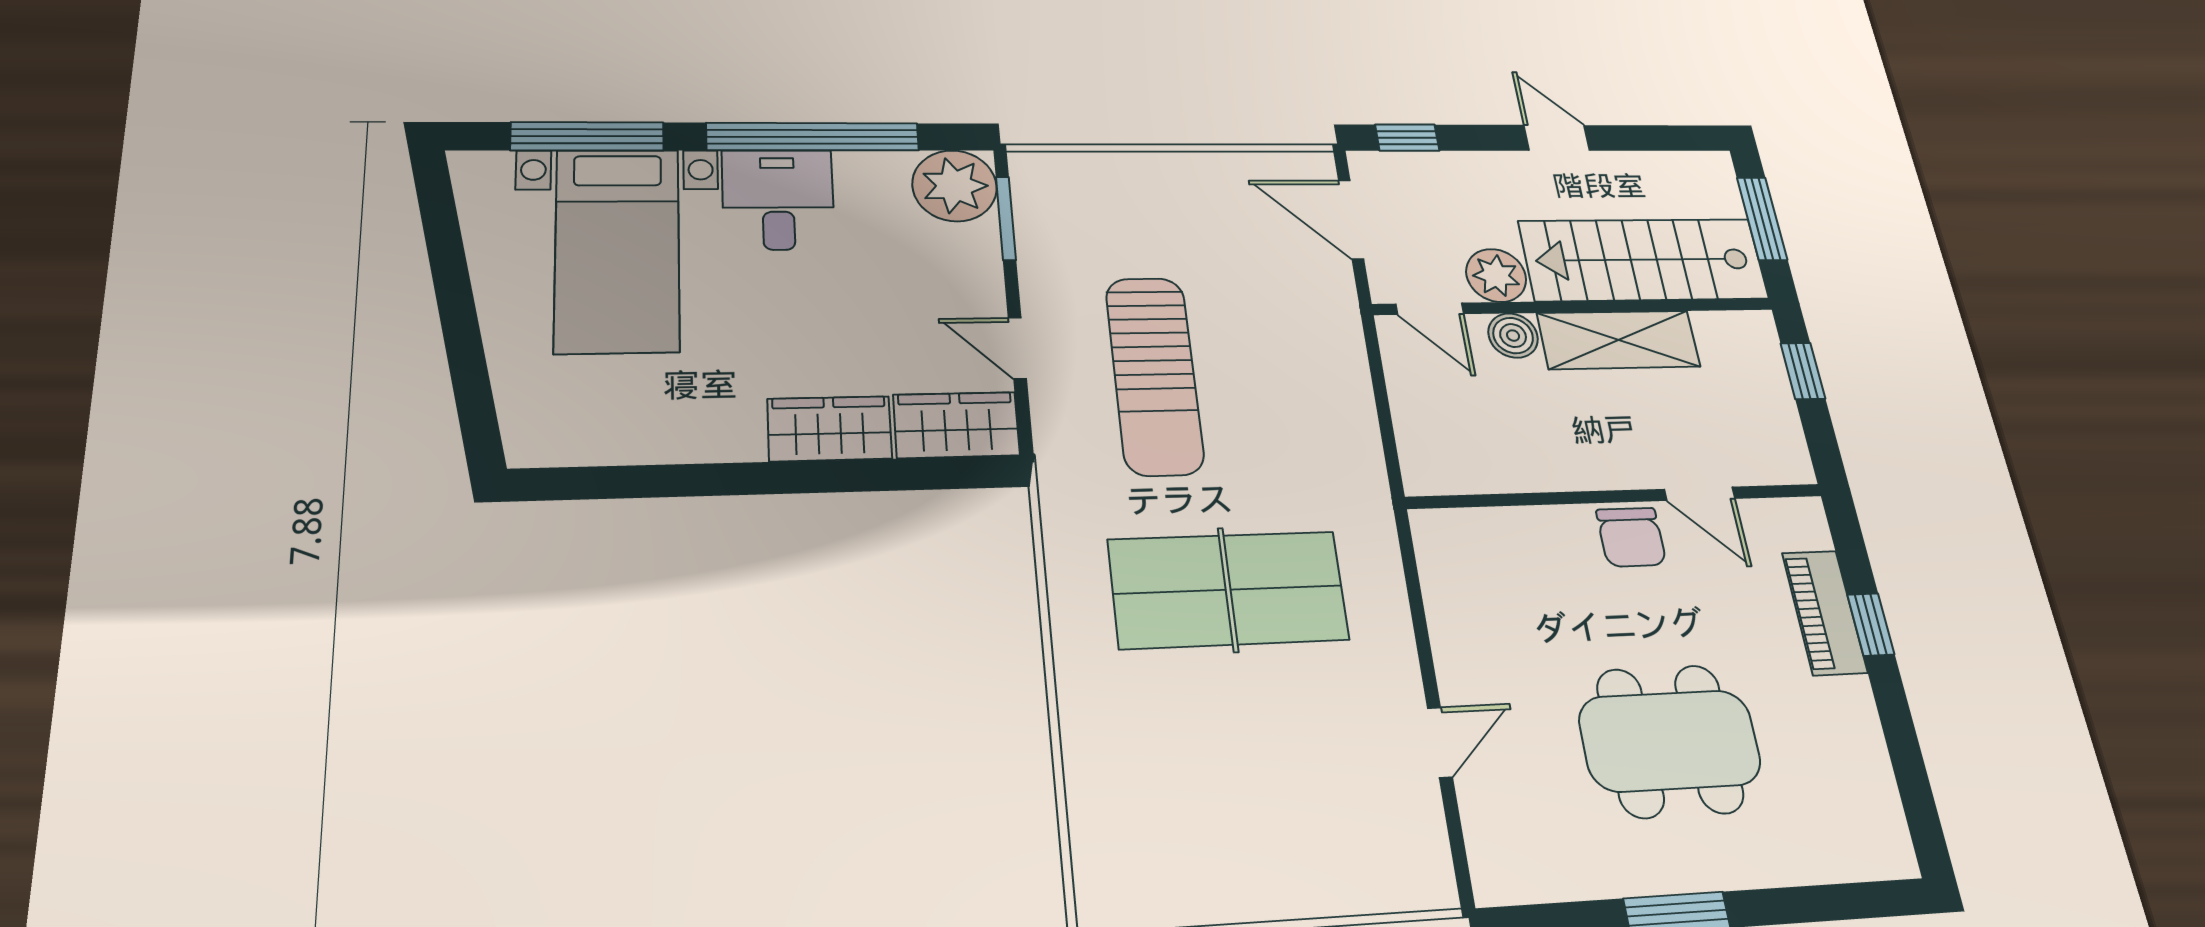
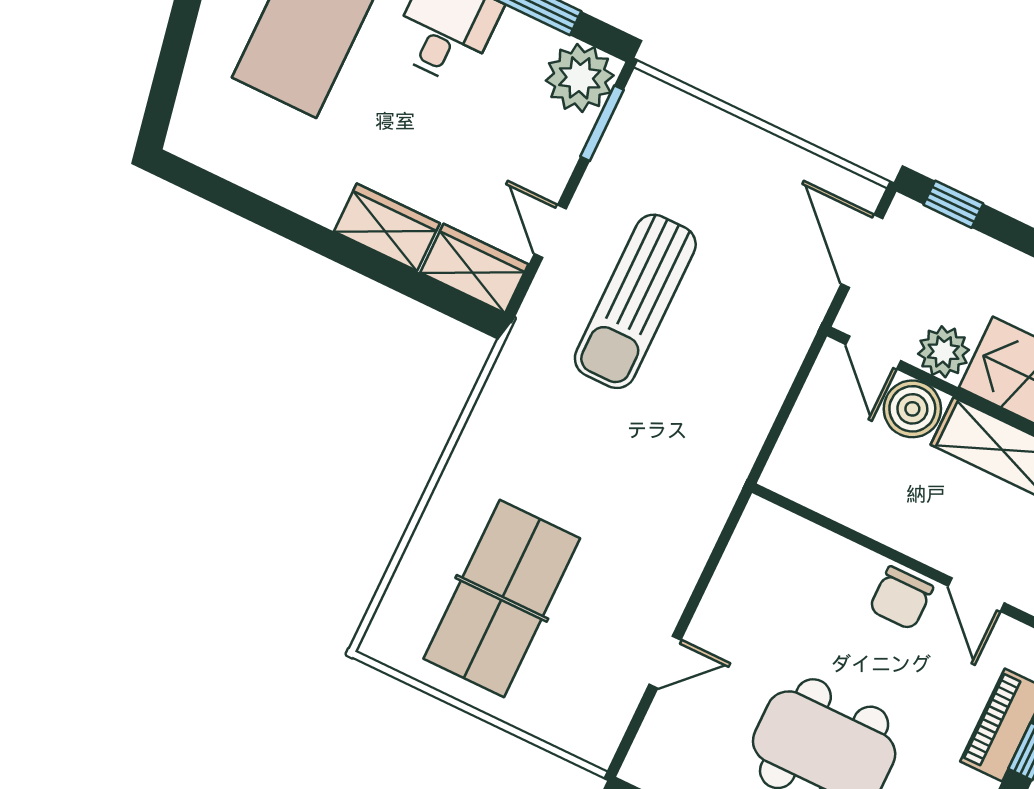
boiler: (1513, 336) -> (912, 409), width x1.36, depth x1.36
table tennis table: (1228, 590) -> (502, 598), moved, turned 90

